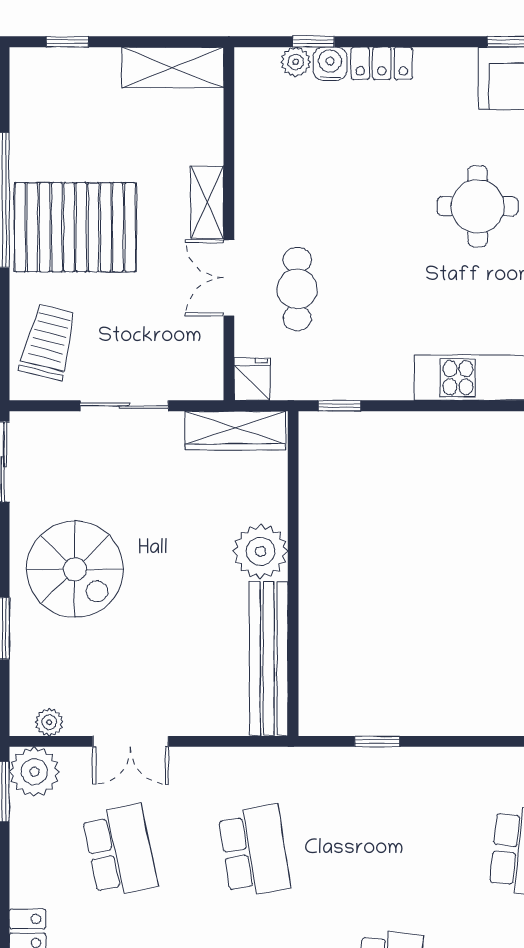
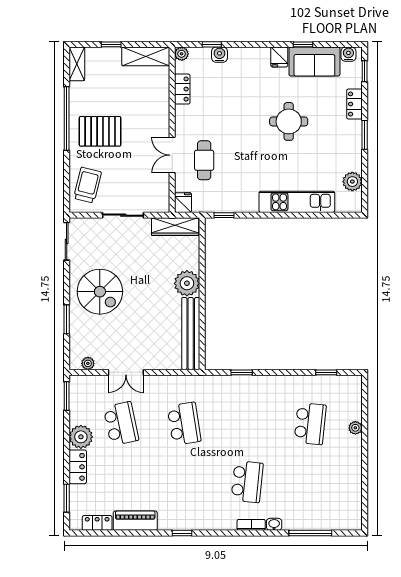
window: (67, 42) -> (111, 44), moved
plant: (296, 62) -> (182, 54), moved
locker: (382, 63) -> (182, 89), moved, turned -90
fridge: (457, 69) -> (279, 57), added
shelving: (207, 202) -> (77, 64), moved
pallet: (75, 227) -> (100, 131), width x0.73, depth x0.71
plant: (34, 772) -> (81, 437), moved

